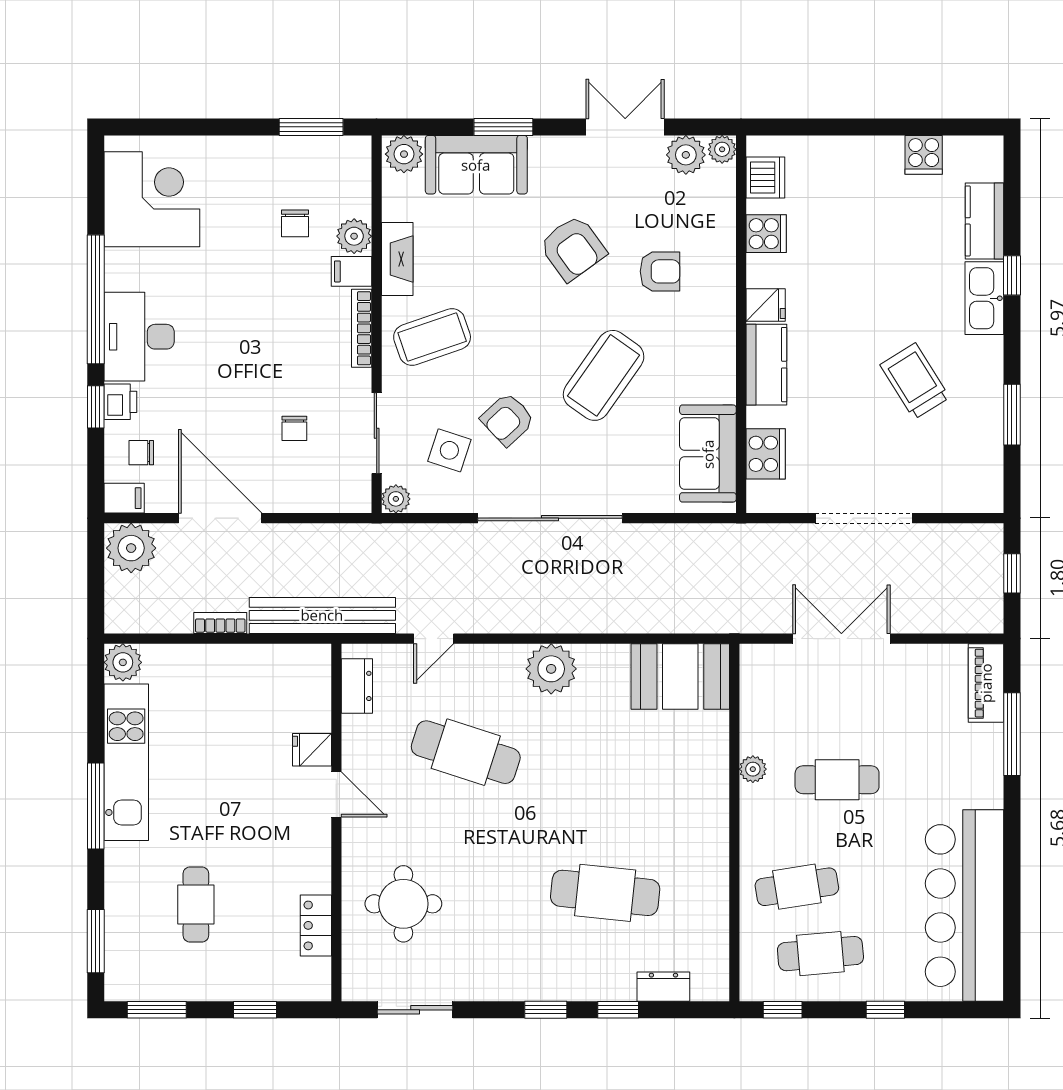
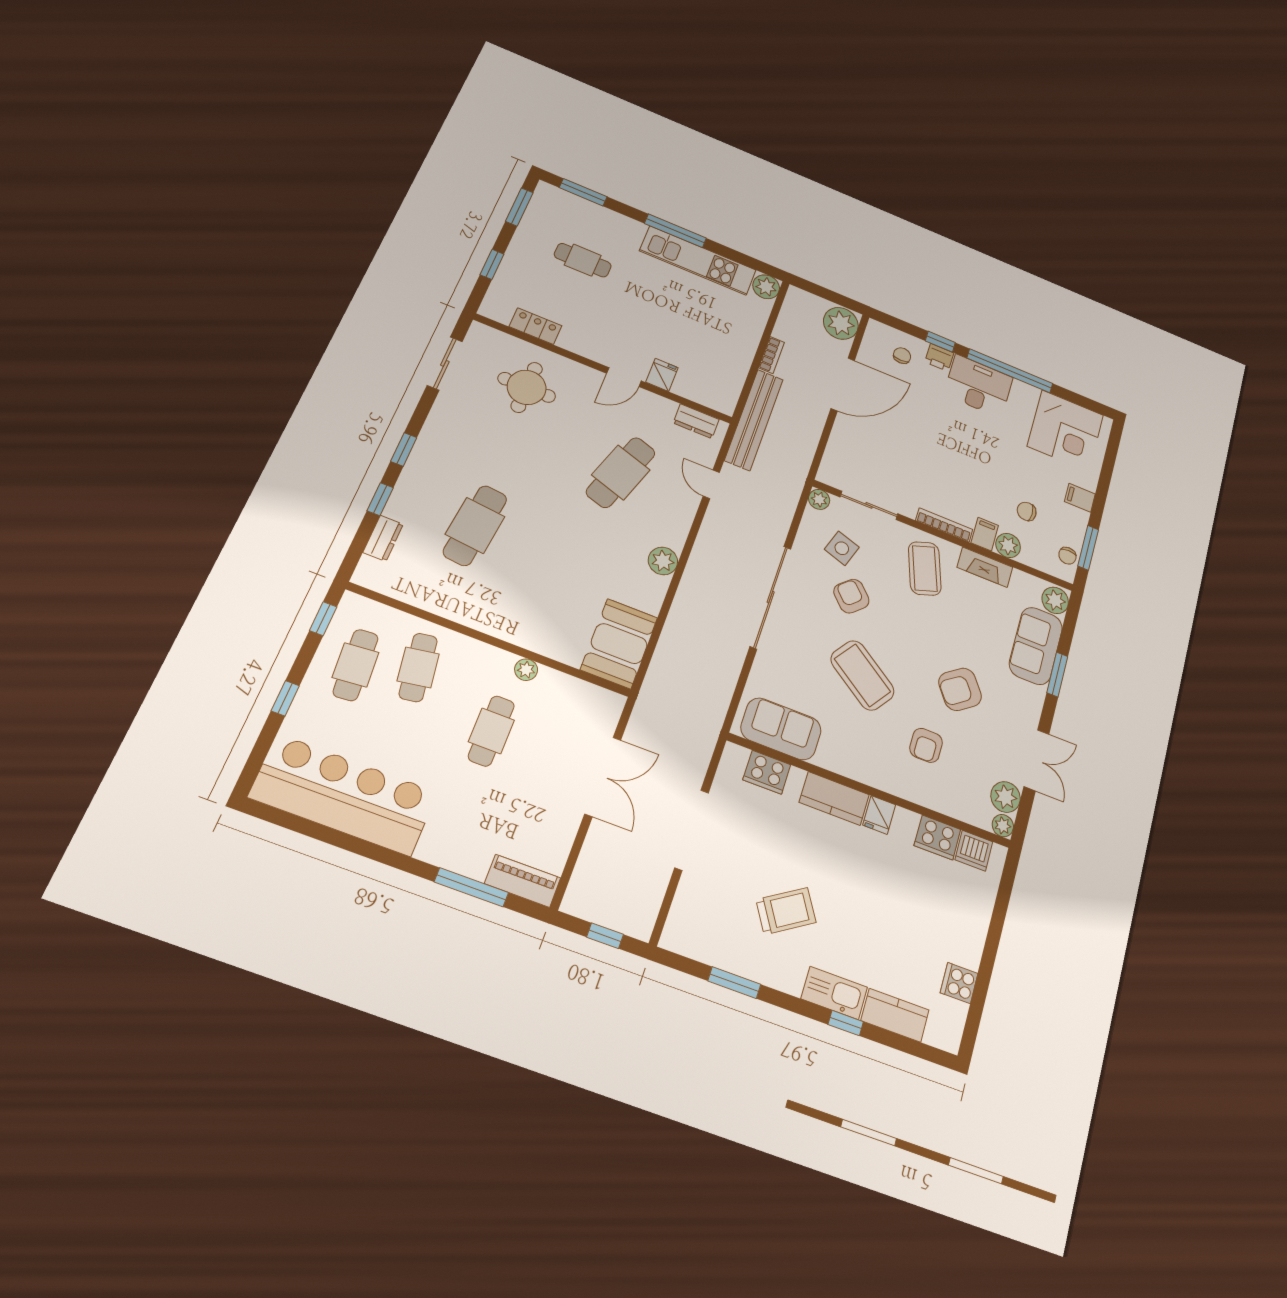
cooker: (766, 234) -> (937, 837), width x1.36
chair: (294, 428) -> (1067, 556), moved, turned -90
filing cabinet: (124, 498) -> (1080, 498), moved, turned 90
plant: (551, 669) -> (663, 561), width x0.73, depth x0.73

